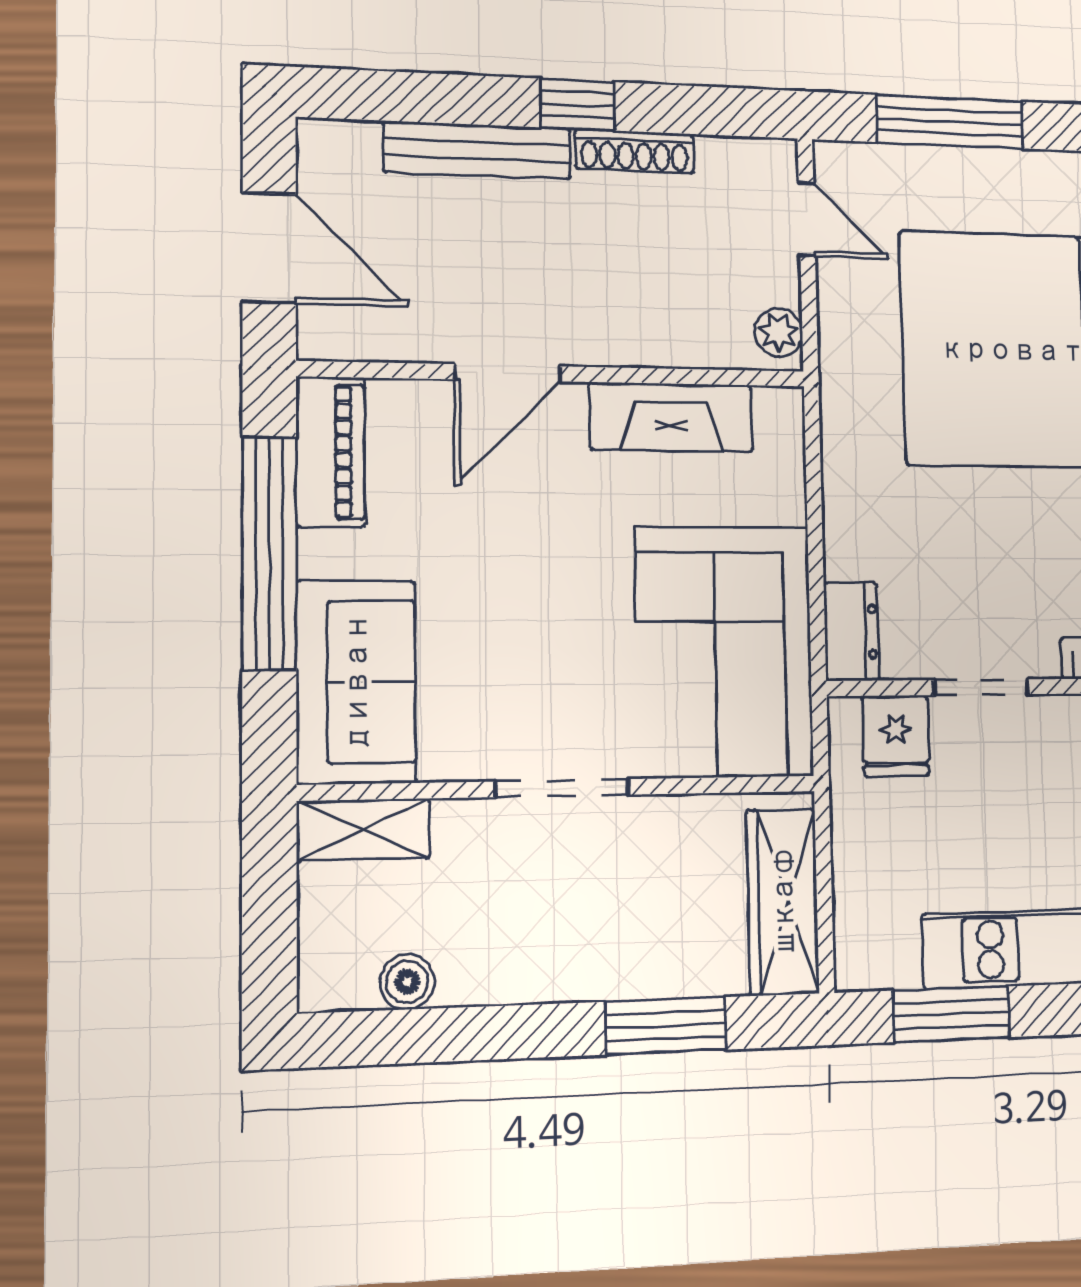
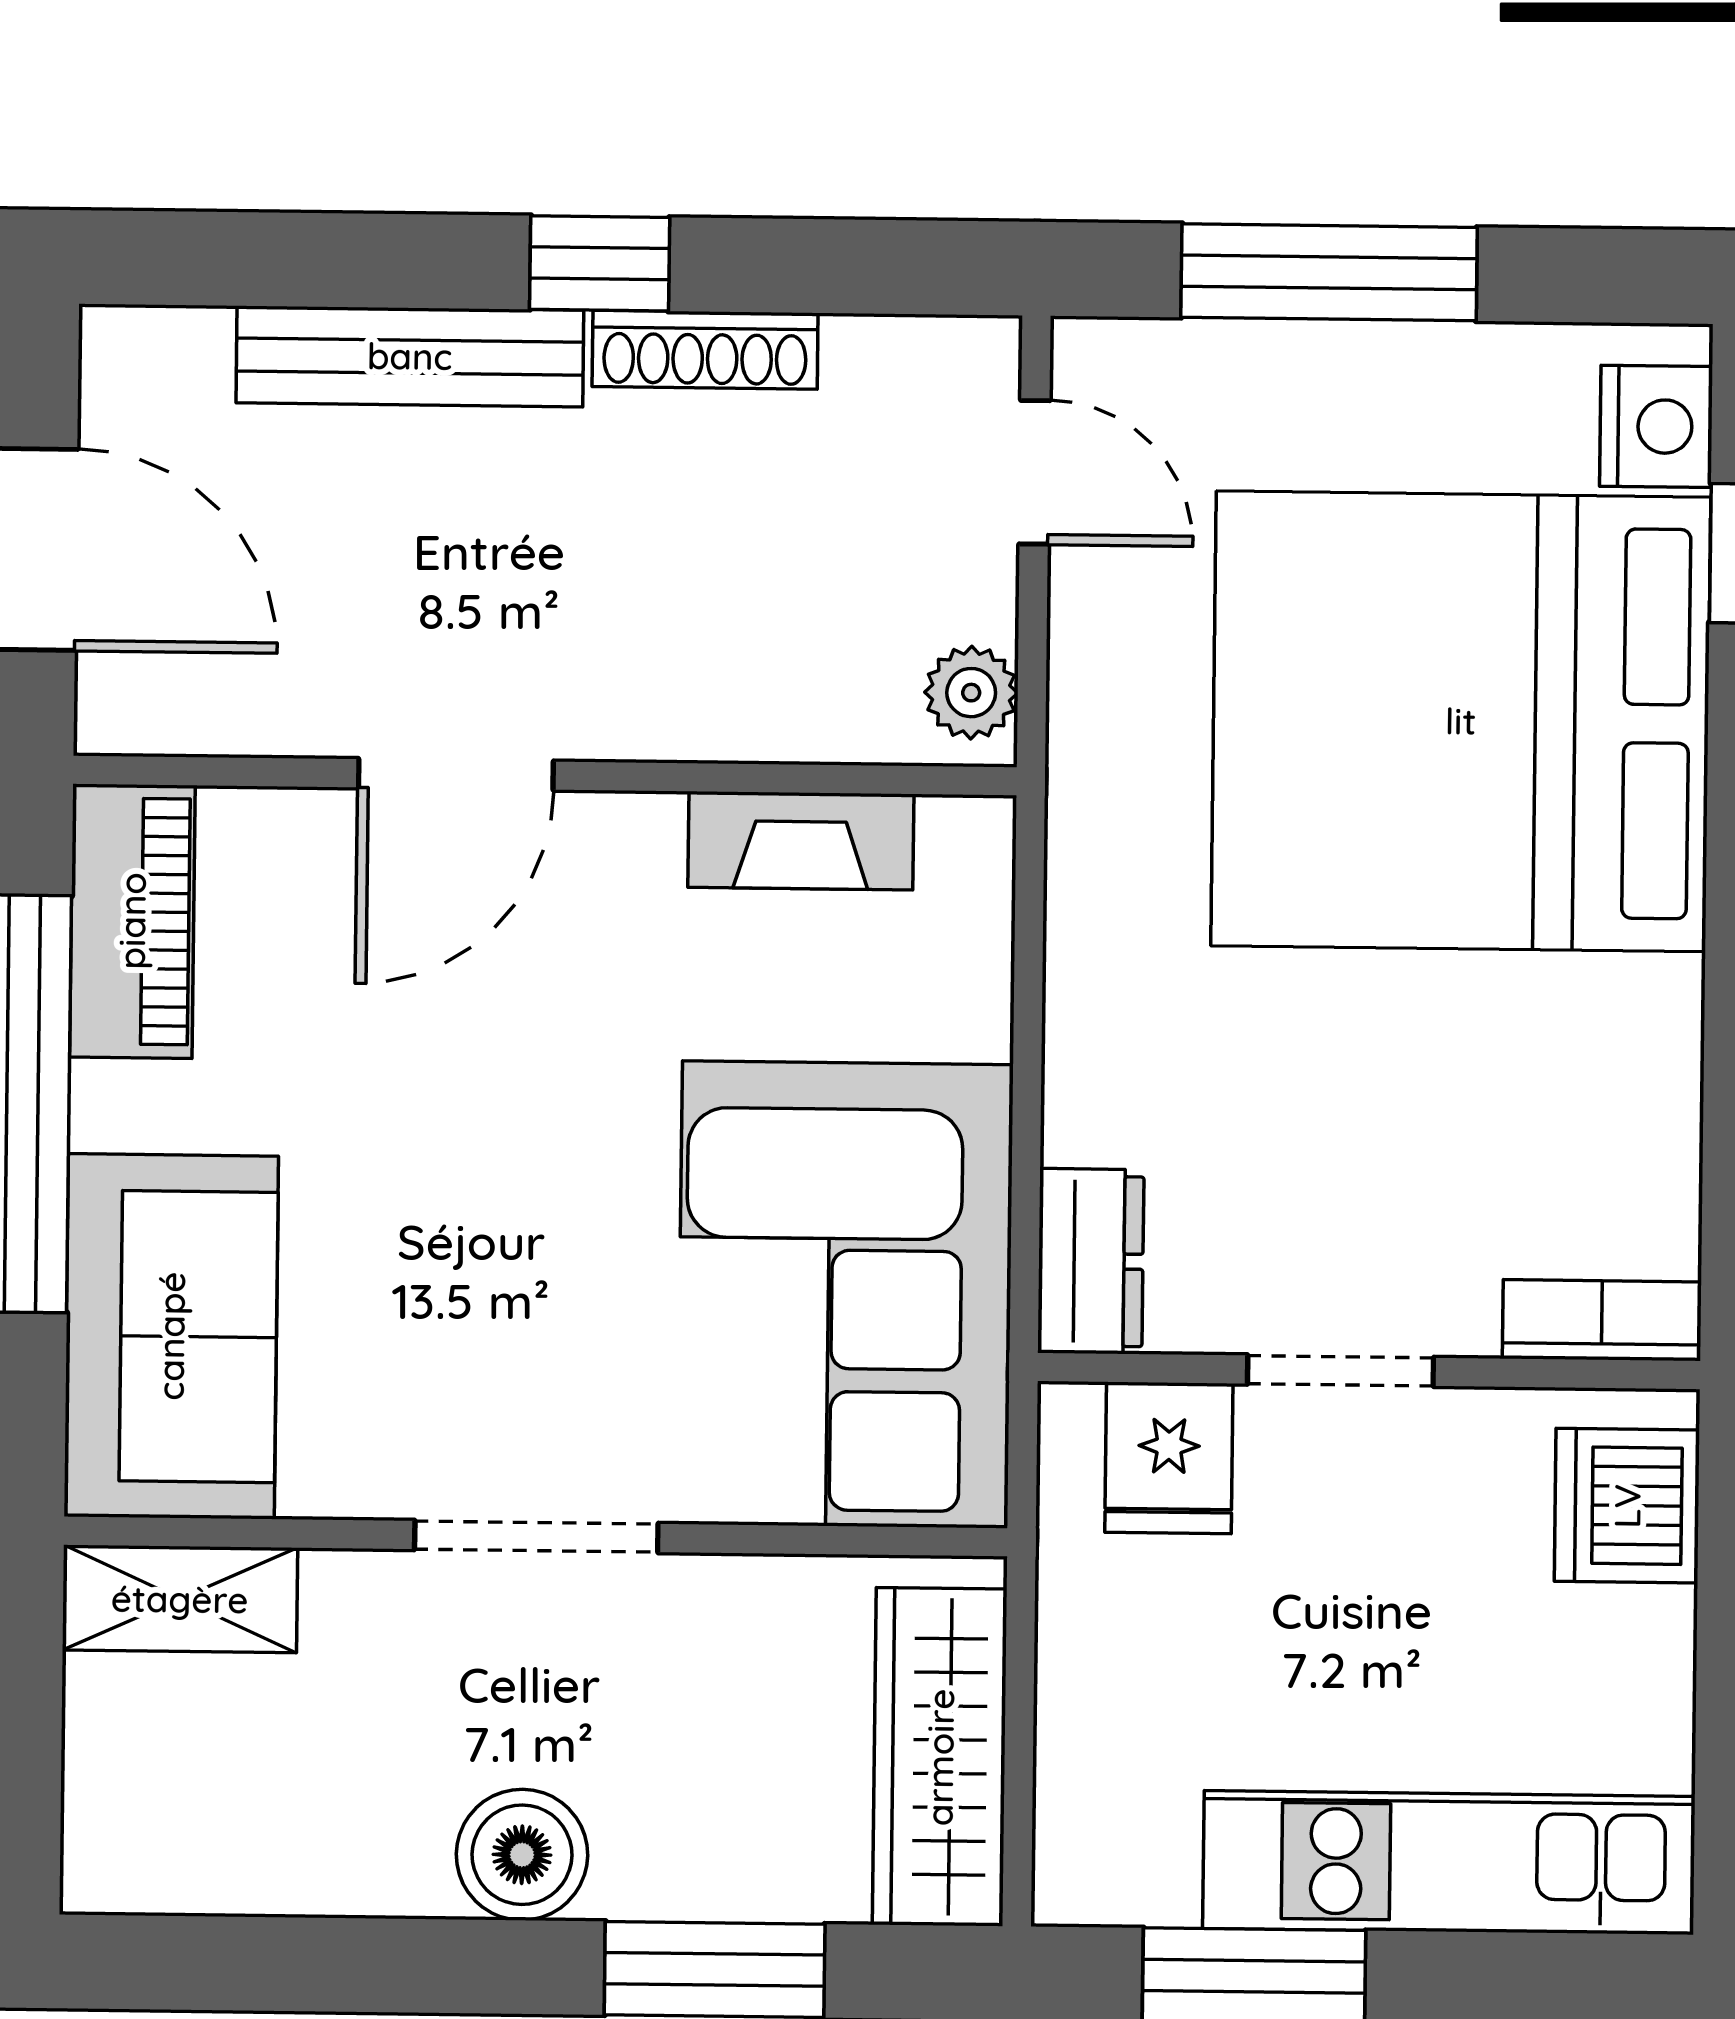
fireplace: (671, 417) -> (801, 841), width x0.73, depth x0.76
boiler: (407, 982) -> (522, 1855), moved, width x1.36, depth x1.36

